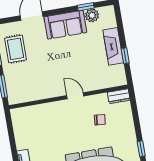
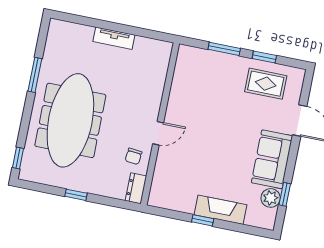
door: (75, 96) -> (158, 133), moved
dresser: (119, 96) -> (136, 188), moved
wall: (68, 97) -> (160, 124), moved

